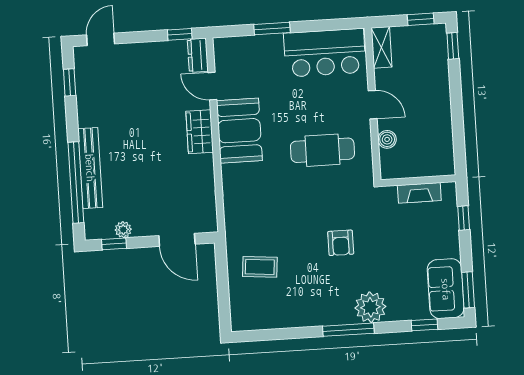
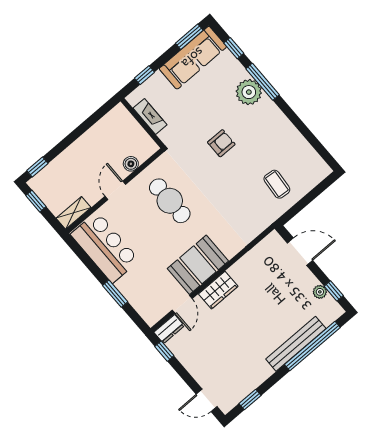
door: (177, 240) -> (300, 252), hinge flipped
sofa: (446, 289) -> (193, 58), width x1.36
window: (348, 330) -> (263, 82), moved

